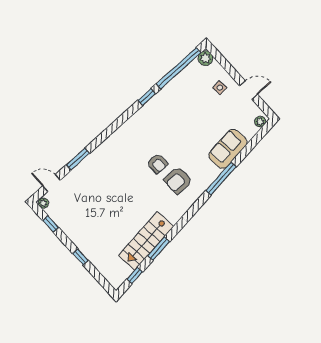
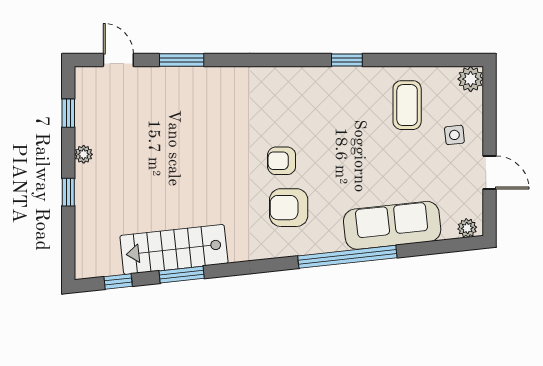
window: (178, 68) -> (423, 60), removed
coffee table: (189, 93) -> (407, 105), added
sofa: (228, 149) -> (392, 225), width x1.36
armchair: (157, 164) -> (282, 161), turned 90
window: (221, 179) -> (347, 257), width x1.46
plant: (43, 203) -> (84, 154), moved

